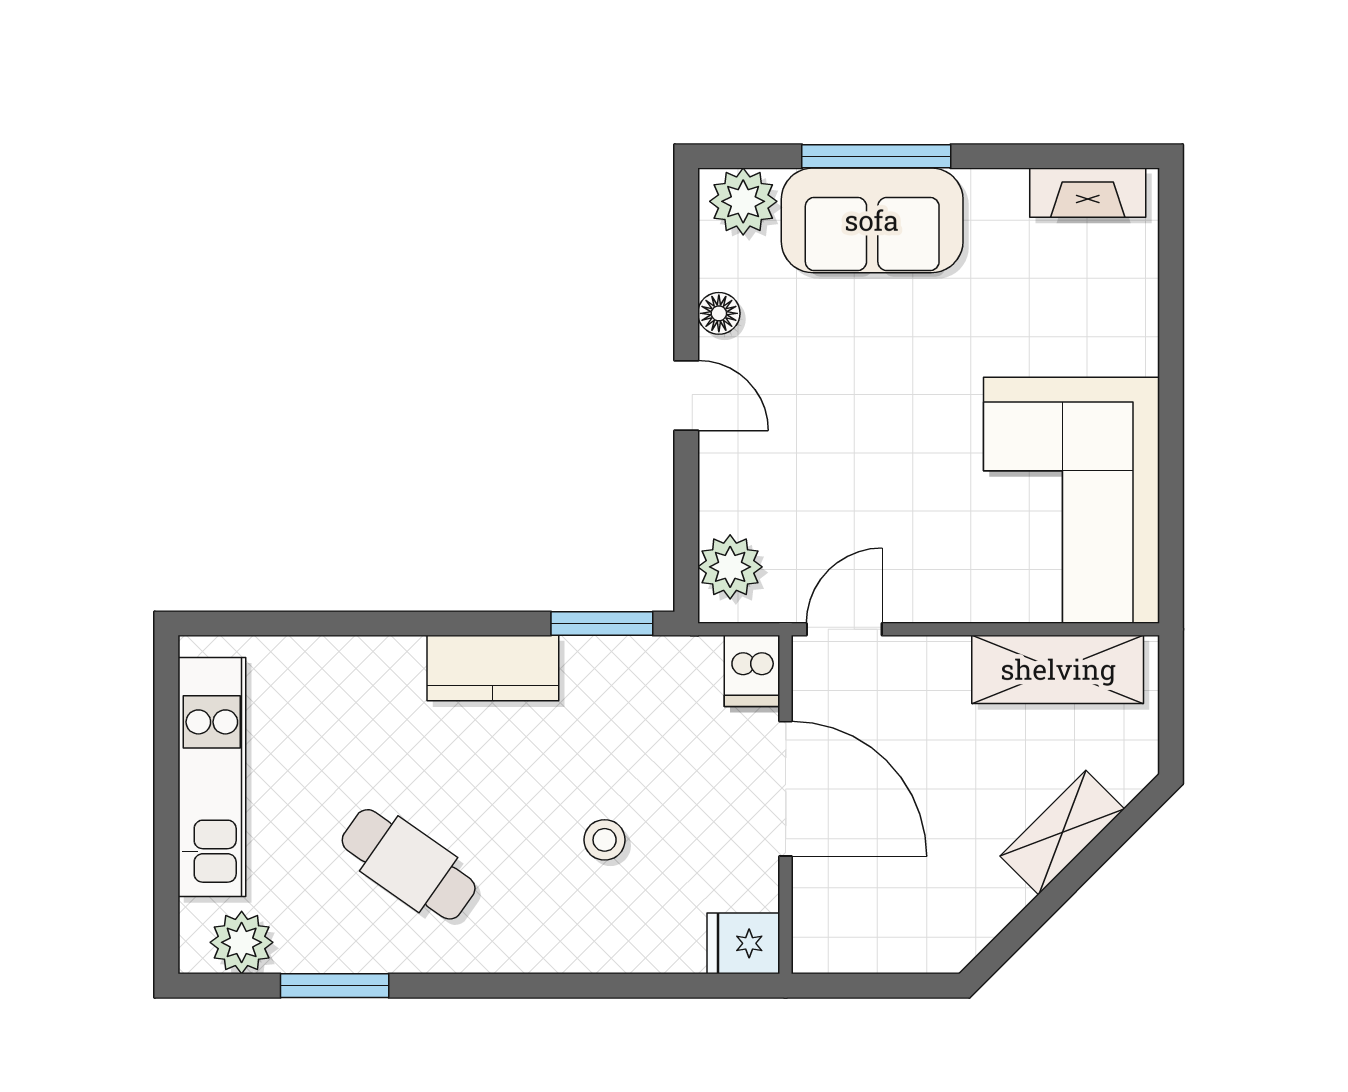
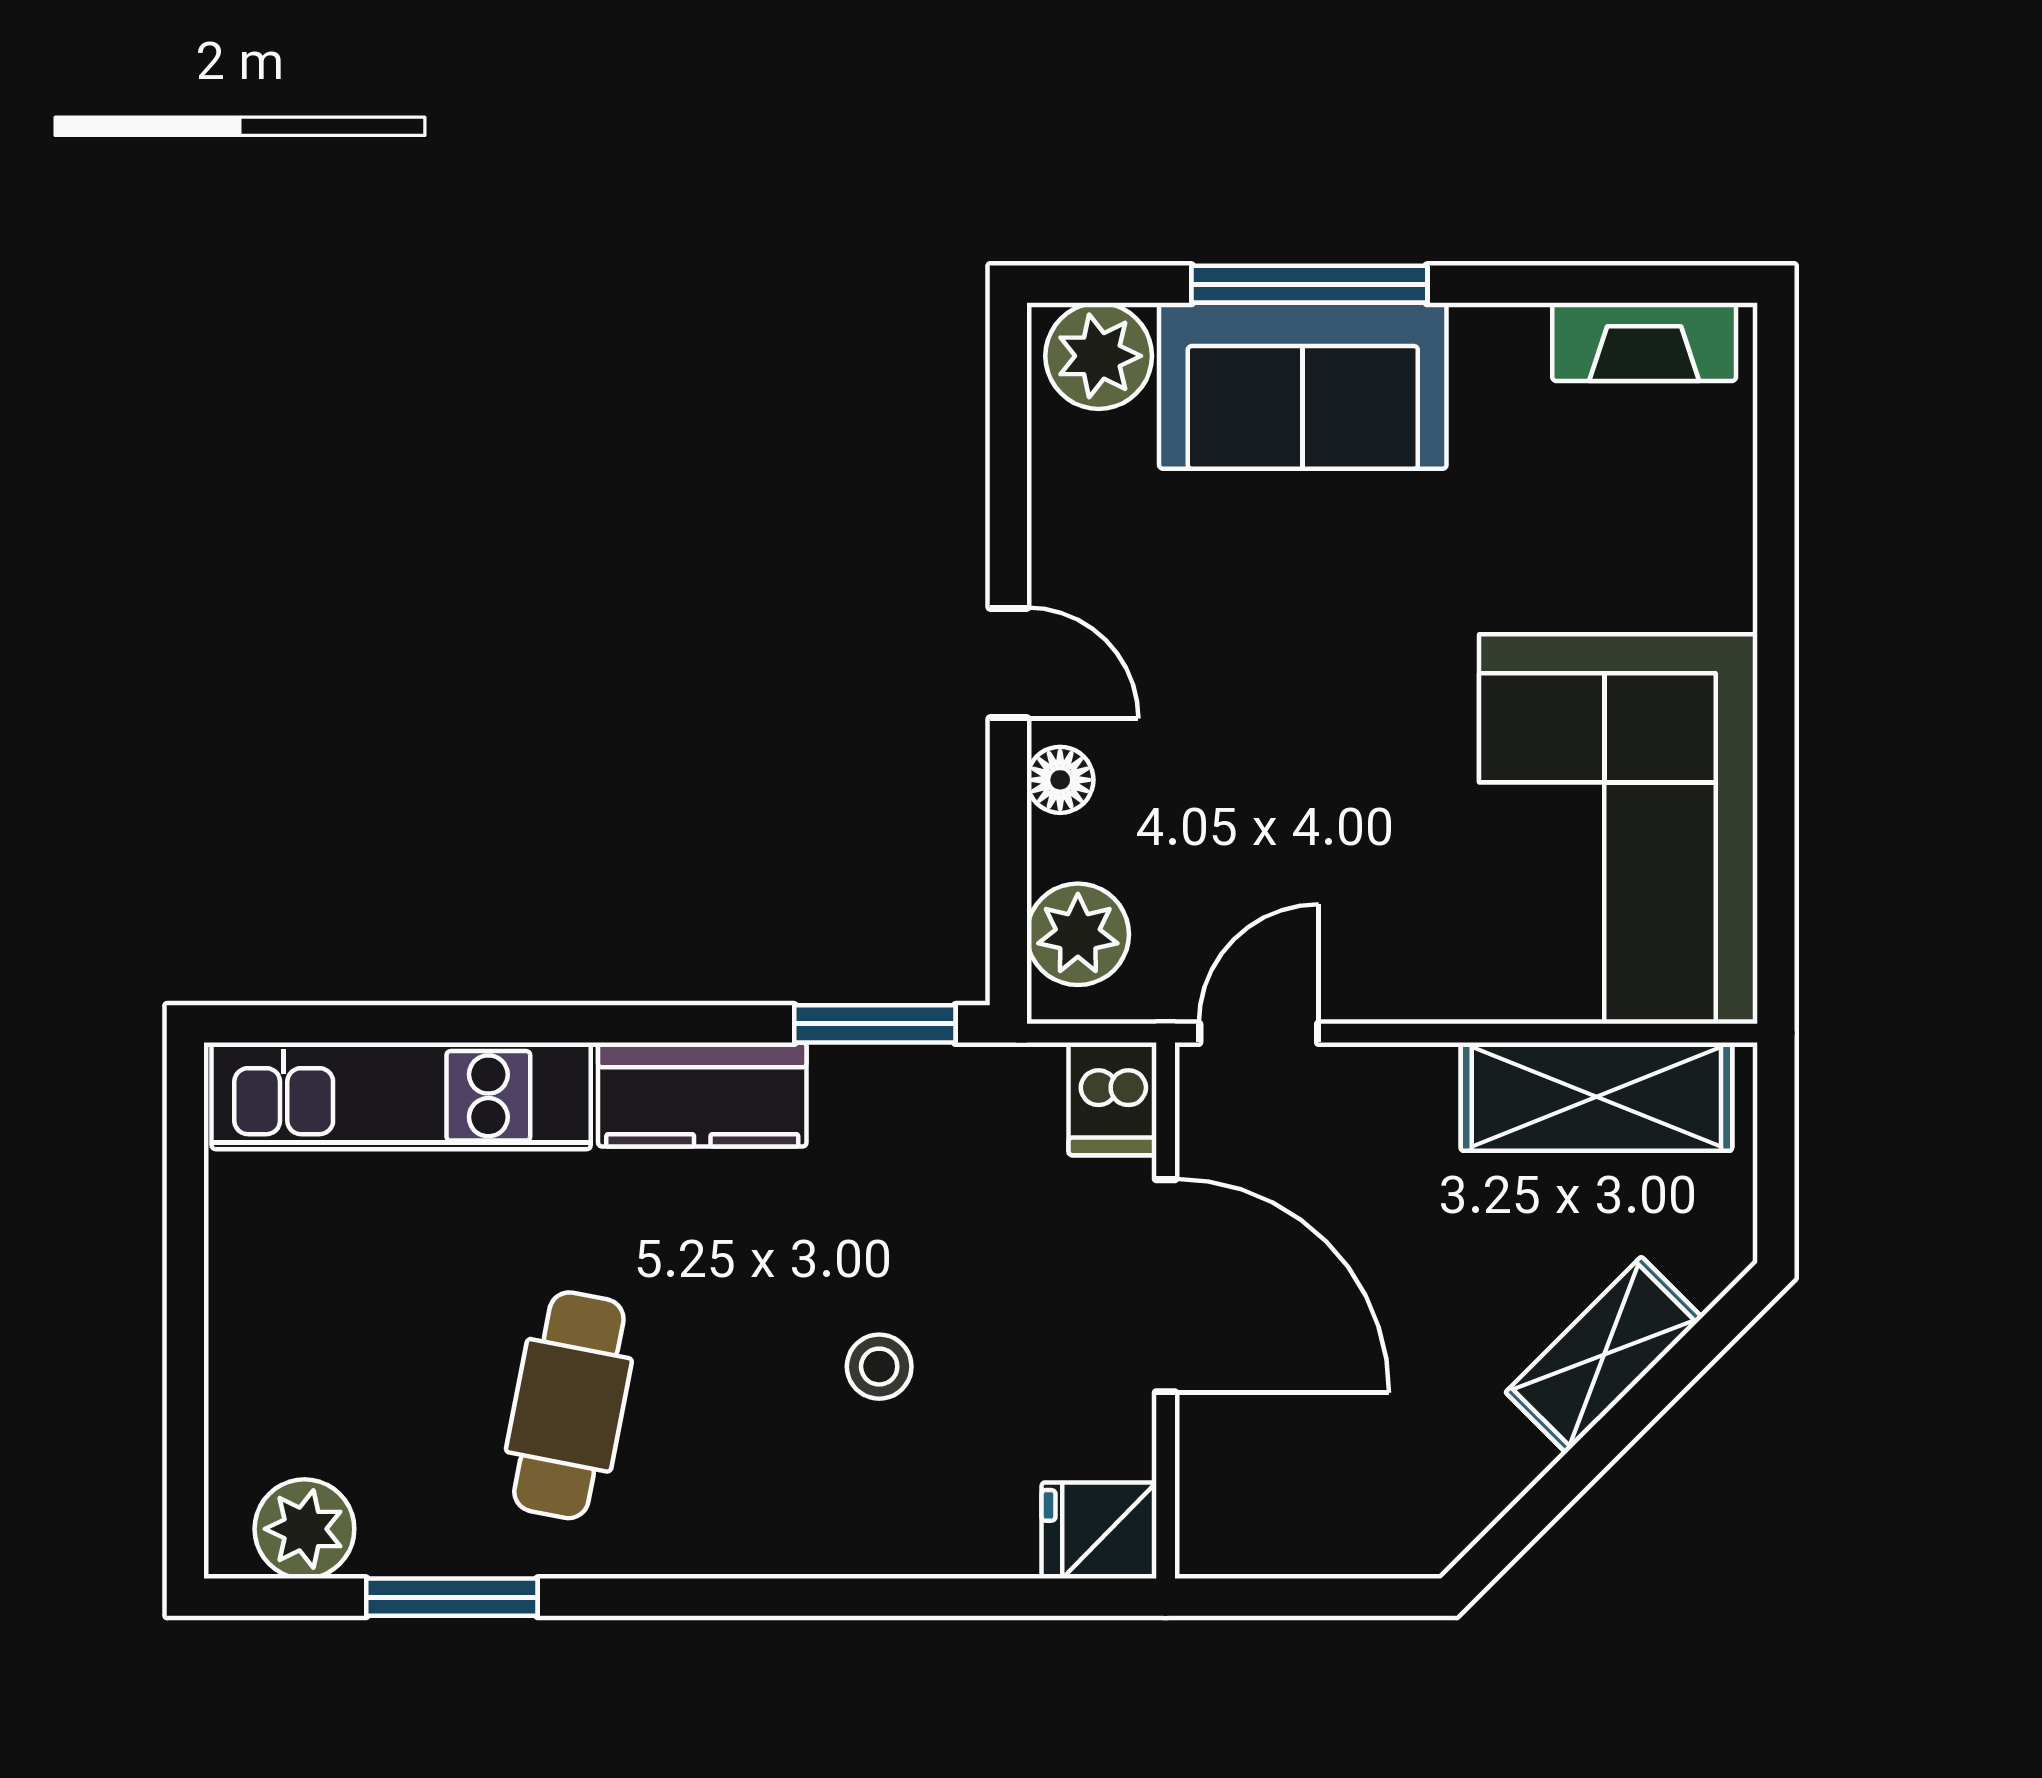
floor lamp: (719, 313) -> (1060, 780), moved
kitchen unit: (212, 777) -> (401, 1096), moved, turned 90
cafe table: (409, 864) -> (569, 1405), turned 66

